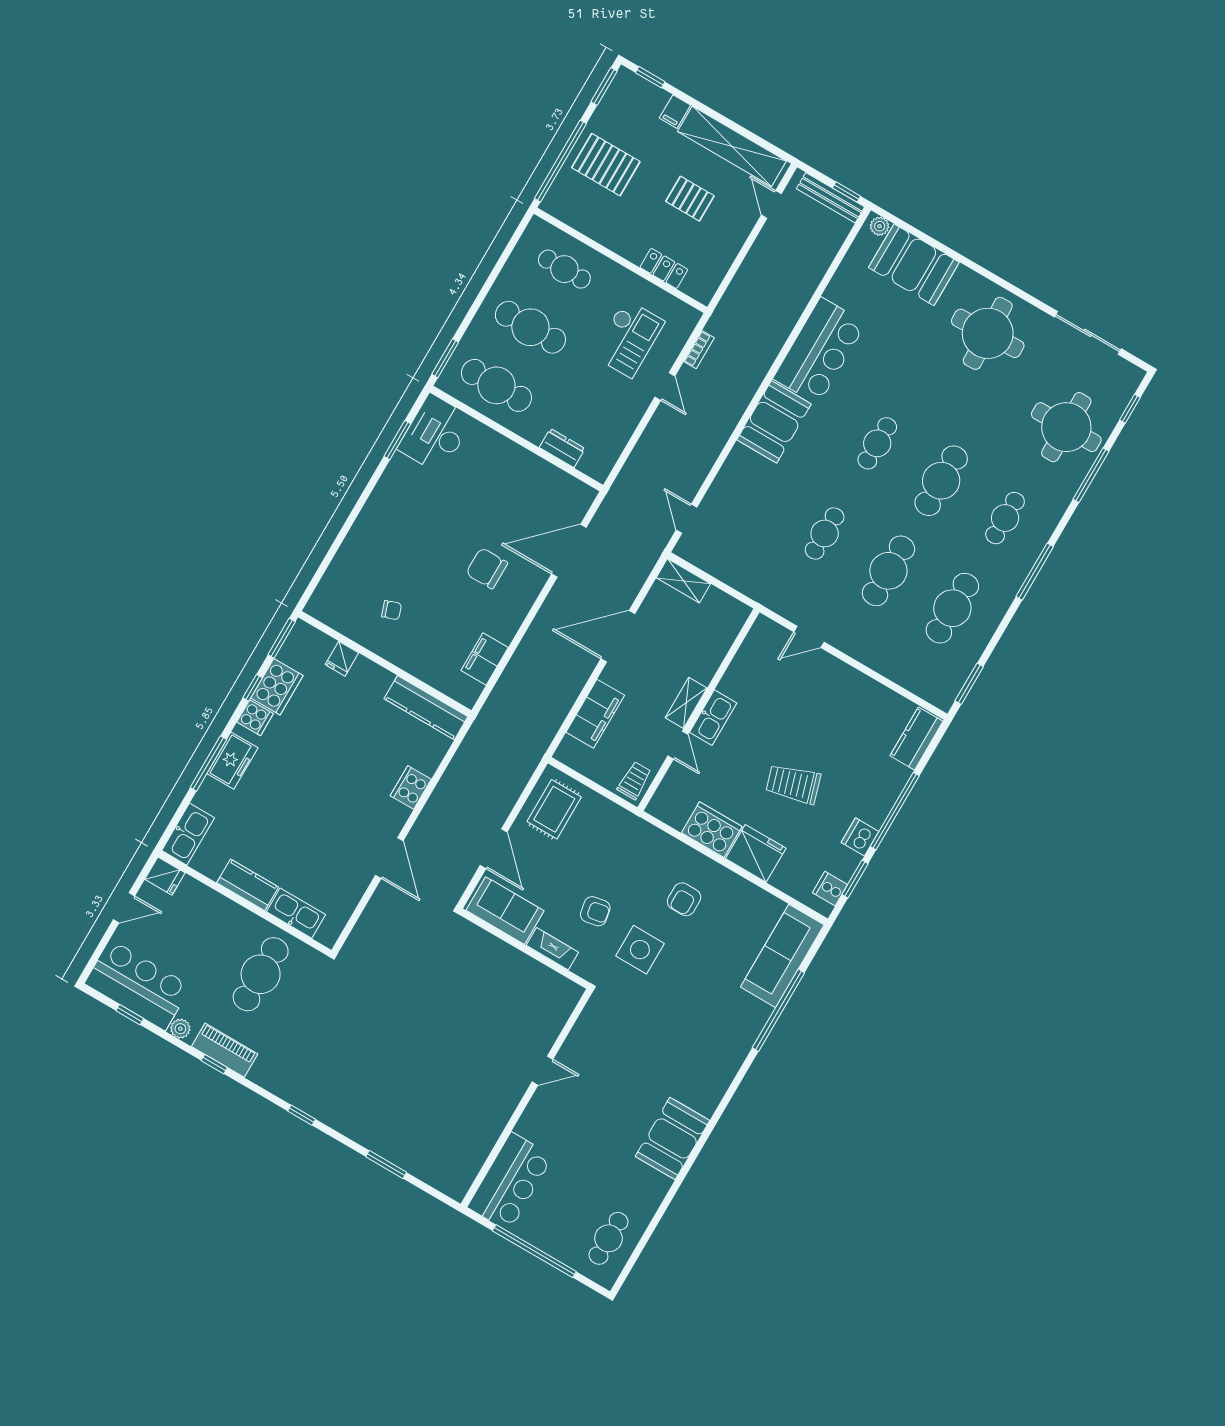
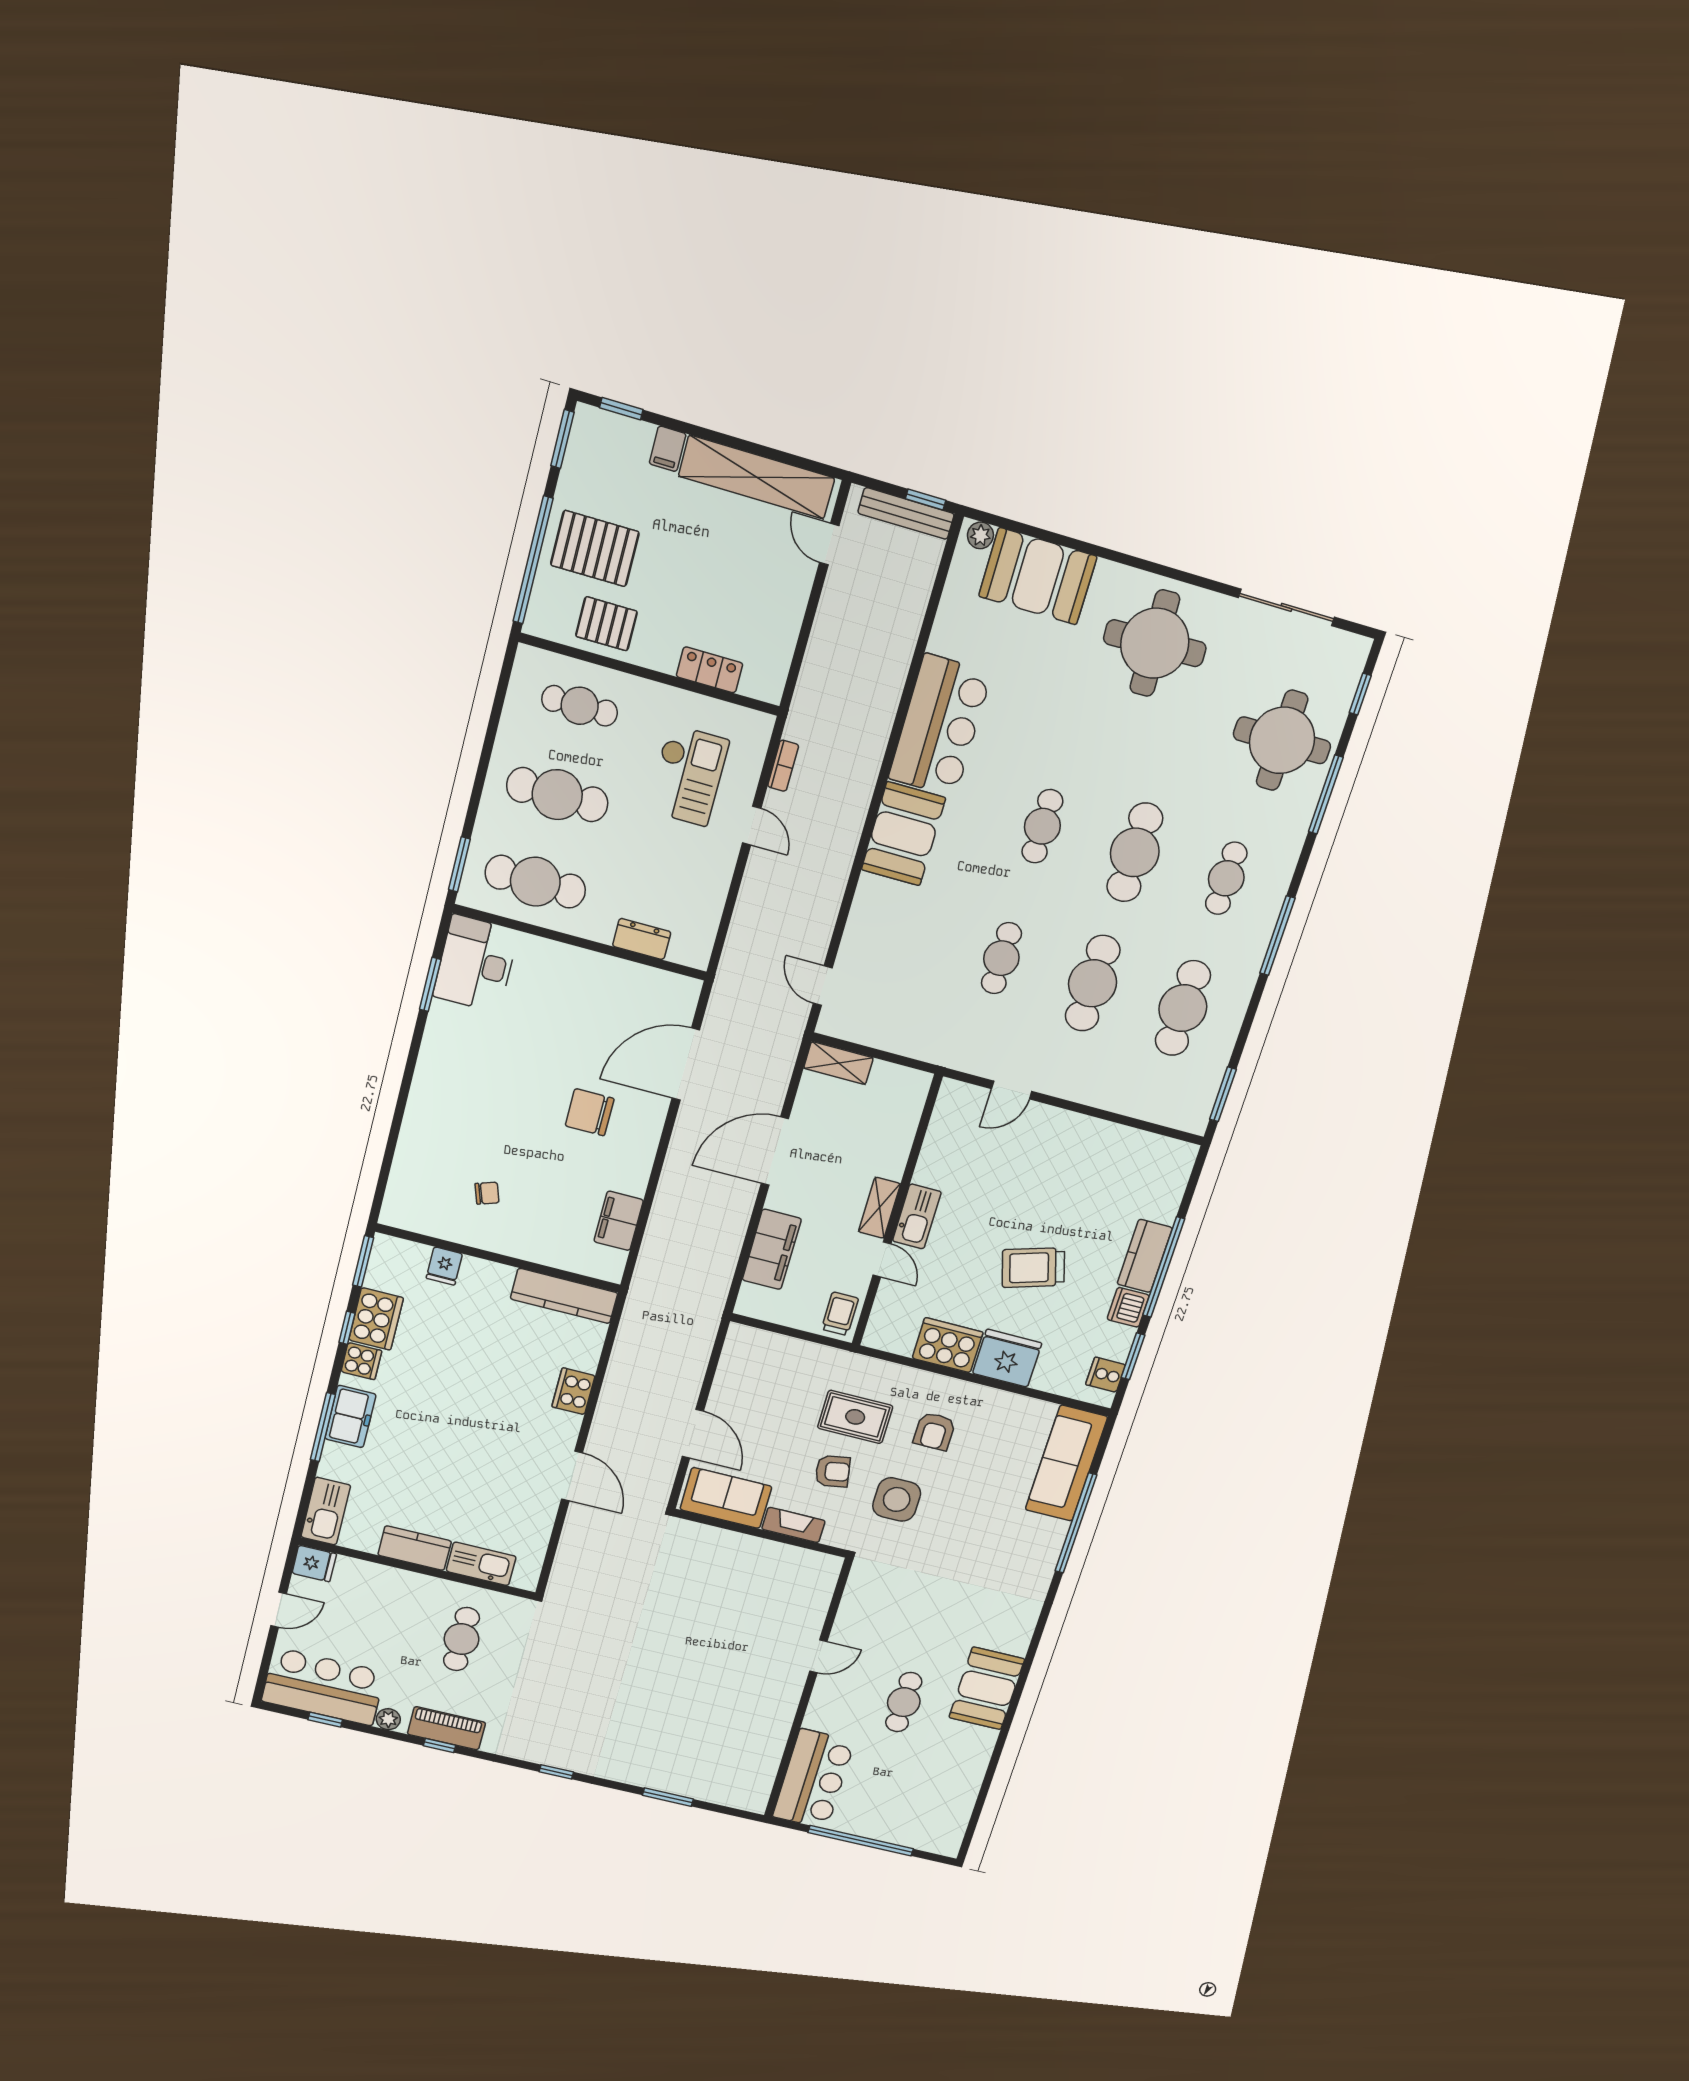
pallet: (690, 199) -> (606, 624), moved
kitchen counter: (917, 739) -> (1145, 1256), moved
rug: (554, 809) -> (855, 1417), moved, turned 90
cafe table: (261, 974) -> (461, 1639), width x0.73, depth x0.74
cafe table: (609, 1238) -> (904, 1702), moved

